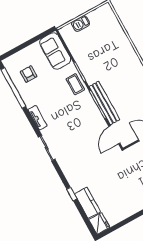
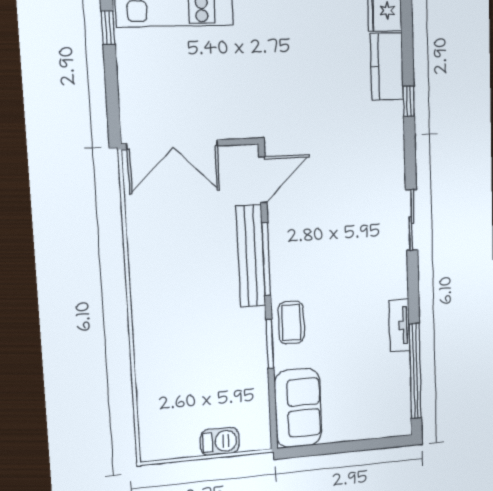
armchair: (29, 74) -> (373, 385), removed
tv unit: (38, 118) -> (399, 325), moved

